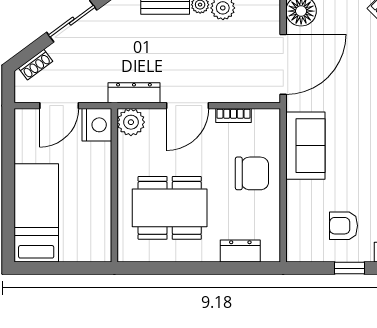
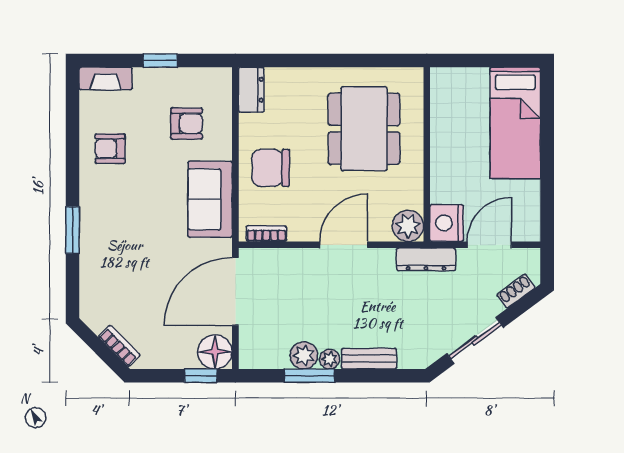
dresser: (134, 93) -> (426, 259), moved
bookcase: (234, 115) -> (266, 234), moved
dining table: (170, 208) -> (364, 129), turned 90
armchair: (344, 226) -> (187, 124), moved
dresser: (240, 251) -> (251, 90), moved, turned -90

